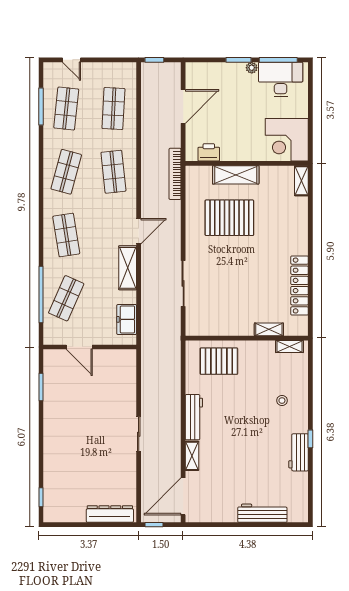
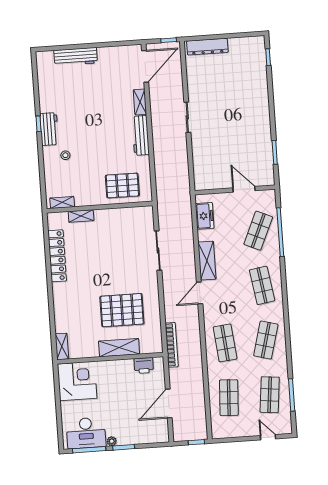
workbench: (299, 452) -> (49, 129), moved

